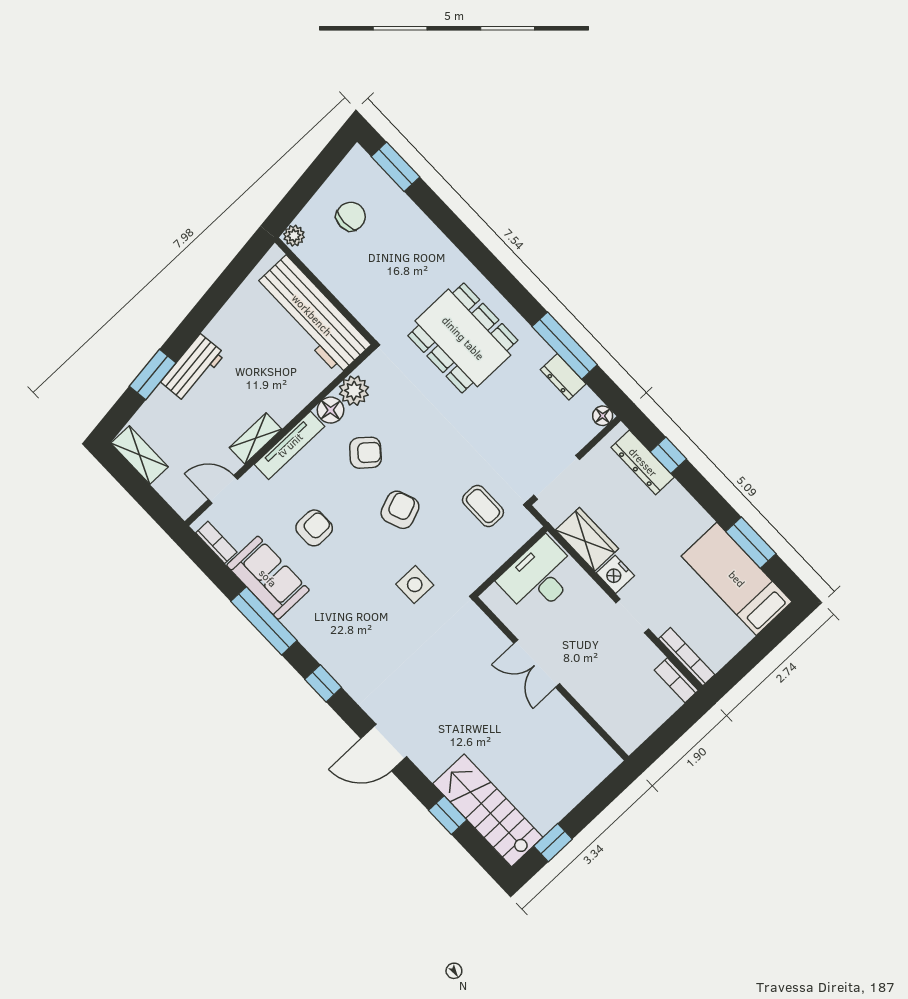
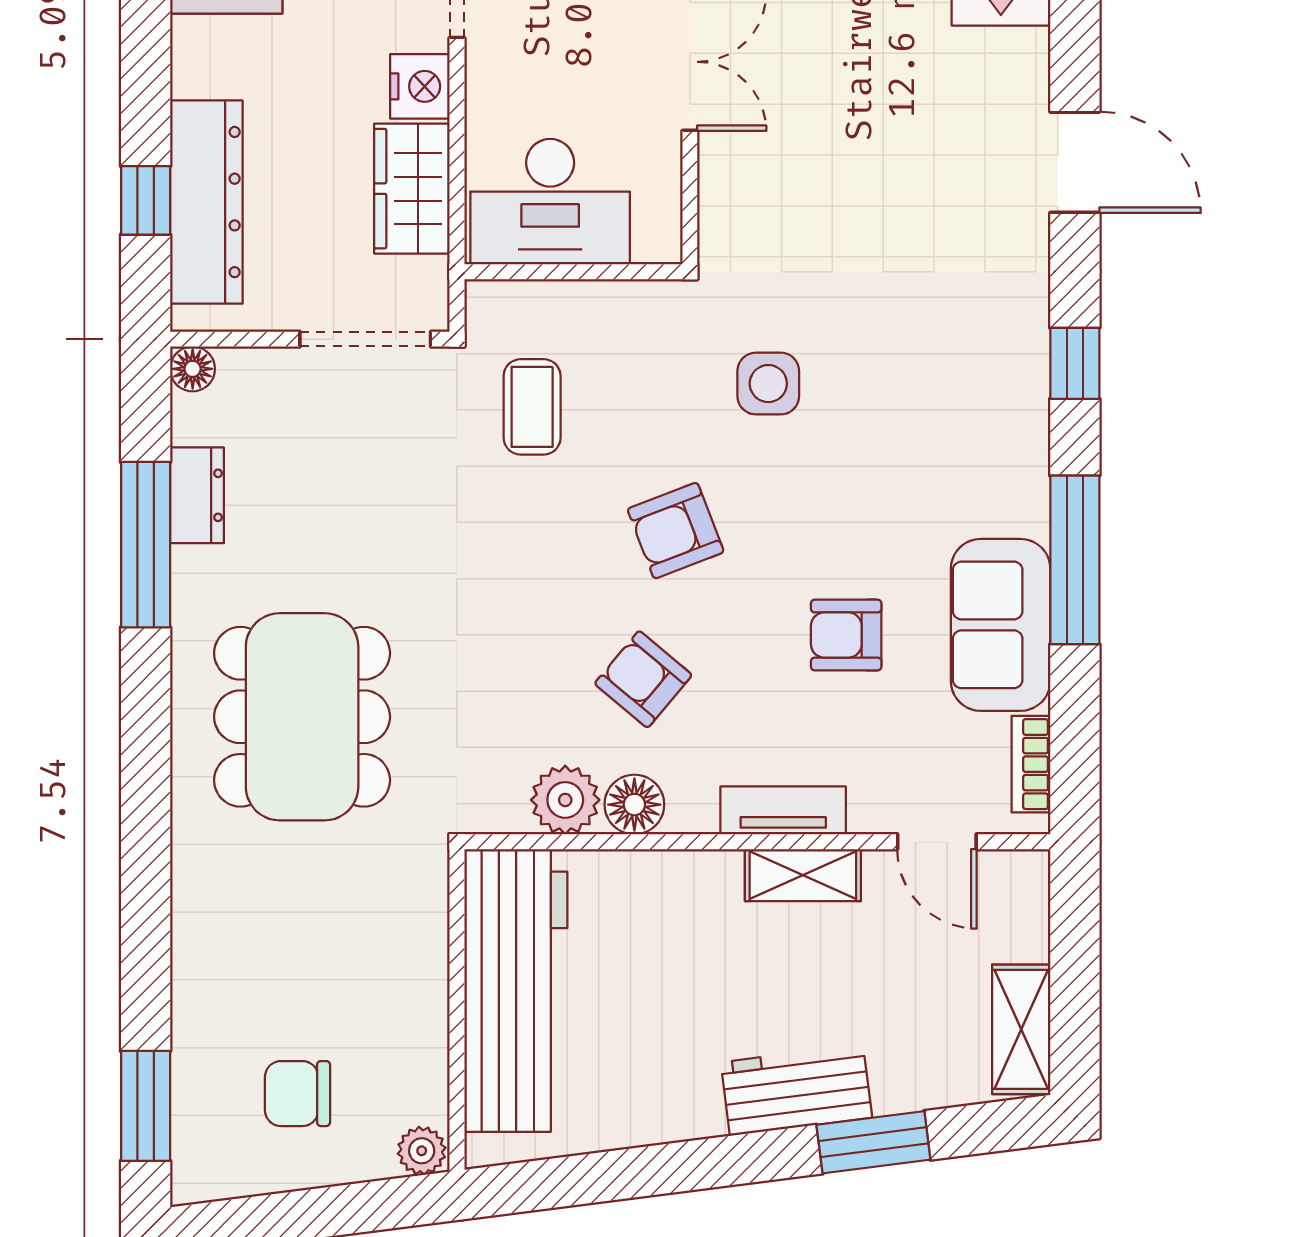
tv unit: (290, 445) -> (783, 810), width x0.71
dresser: (643, 462) -> (206, 202), width x1.37, depth x1.24

